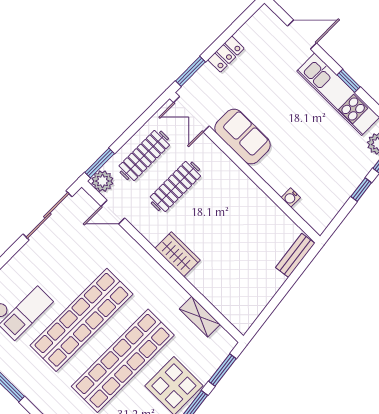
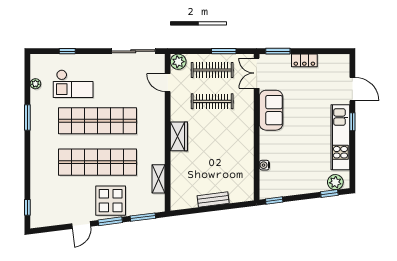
window: (349, 81) -> (352, 122), moved
window: (100, 163) -> (224, 51), moved
window: (361, 190) -> (274, 201), moved
bench: (295, 255) -> (213, 199), moved

